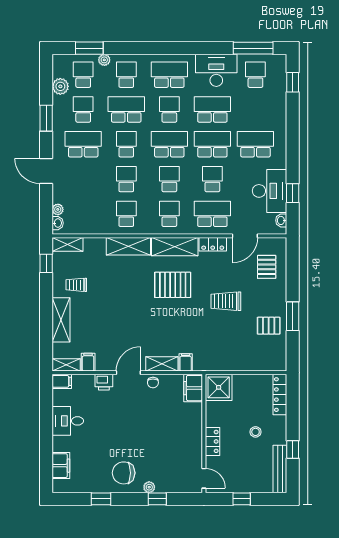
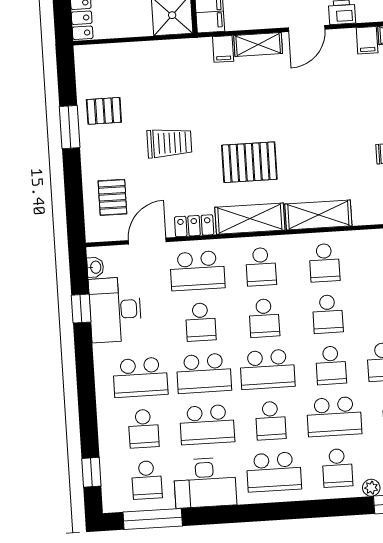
school desk: (255, 110) -> (144, 429), added
chair: (153, 383) -> (269, 16), removed

